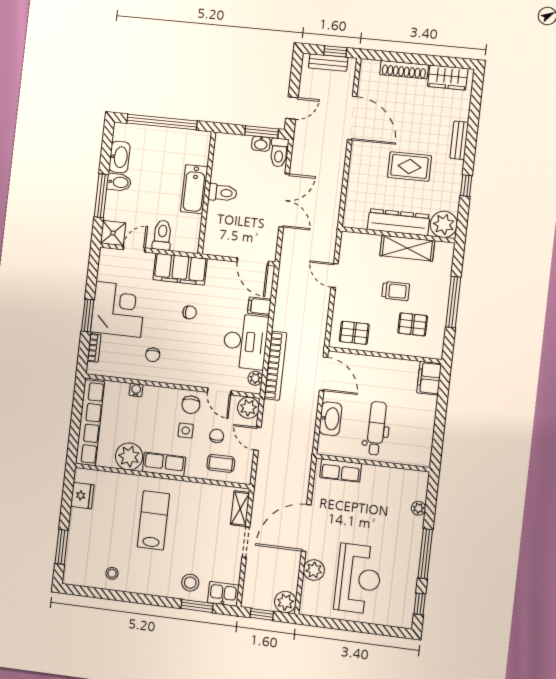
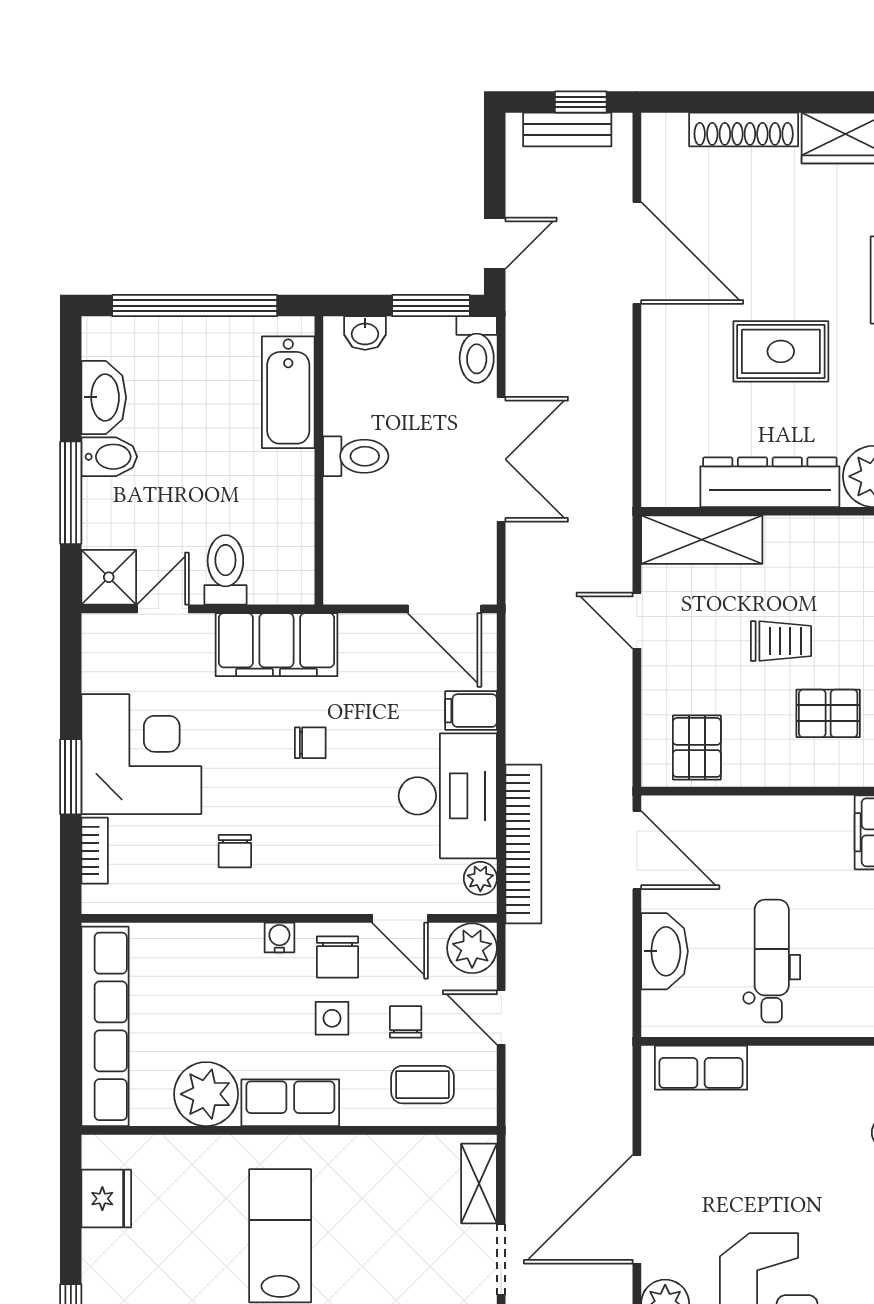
washbasin: (261, 144) -> (365, 333), moved
bathtub: (194, 189) -> (288, 392), moved
shelving: (407, 248) -> (702, 540), moved
pallet: (354, 333) -> (697, 747), turned 90
water cooler: (136, 390) -> (279, 937), moved

